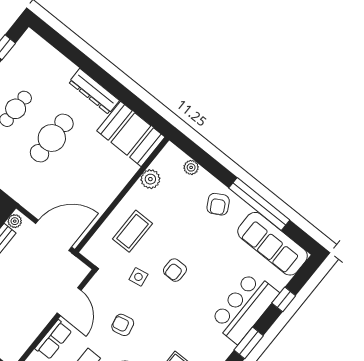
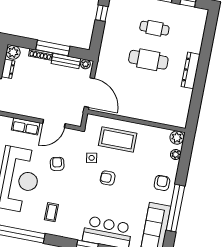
booth: (131, 134) -> (177, 107), removed
plant: (150, 179) -> (177, 138), moved
armchair: (218, 204) -> (162, 183), turned 119
coffee table: (133, 231) -> (118, 139), width x1.36, depth x1.32

